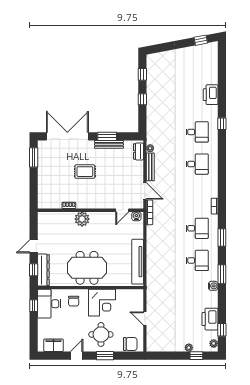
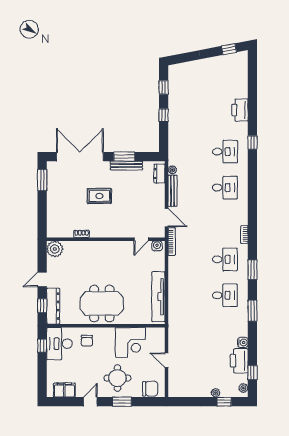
plant: (82, 219) -> (55, 249), moved
water cooler: (213, 286) -> (243, 342), moved
corner desk: (102, 303) -> (130, 342), moved

